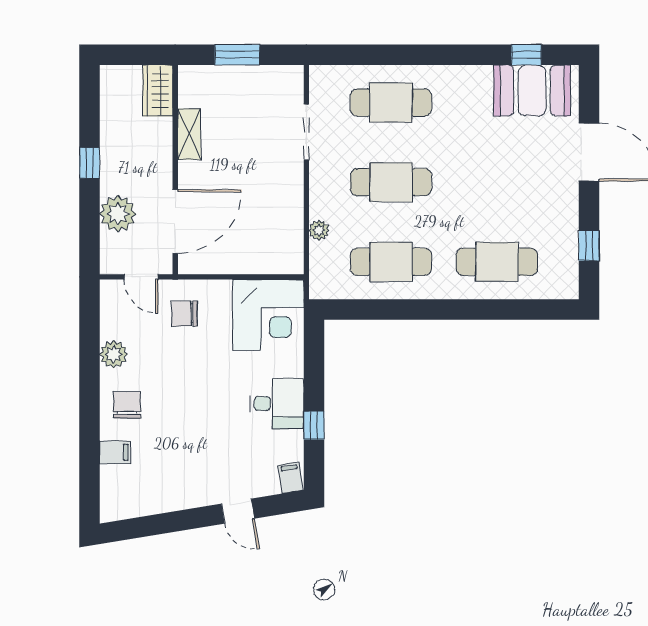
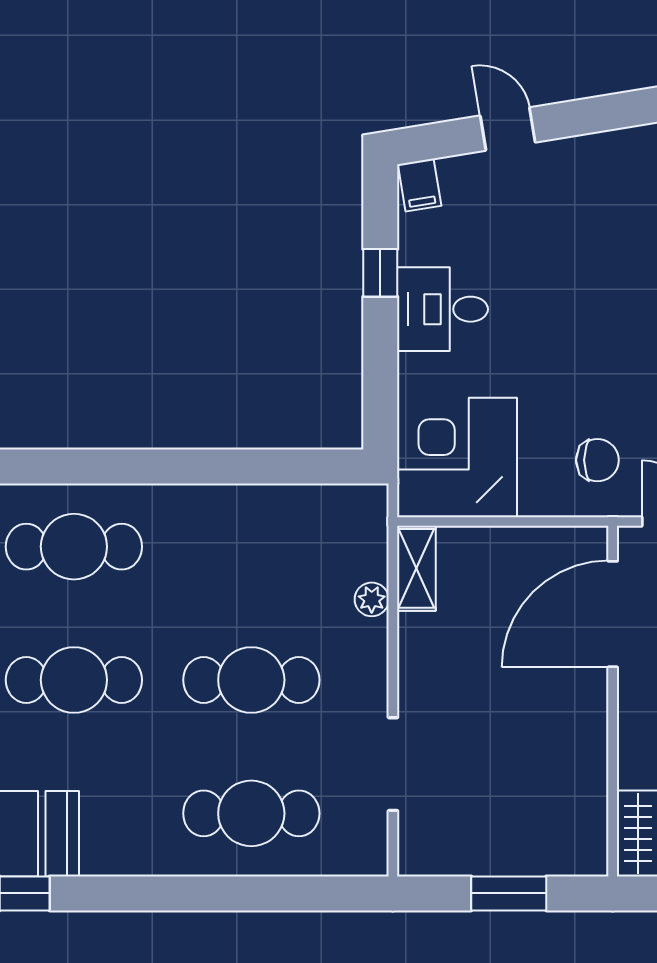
shelving: (189, 134) -> (416, 568), moved
cafe table: (391, 262) -> (74, 680), moved

